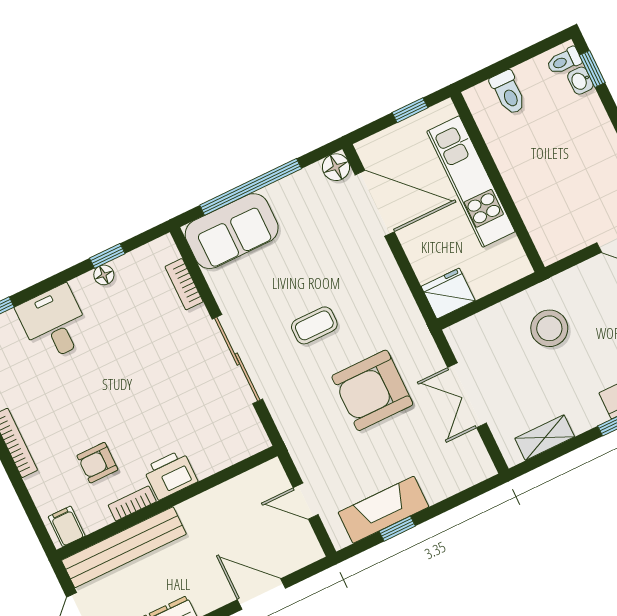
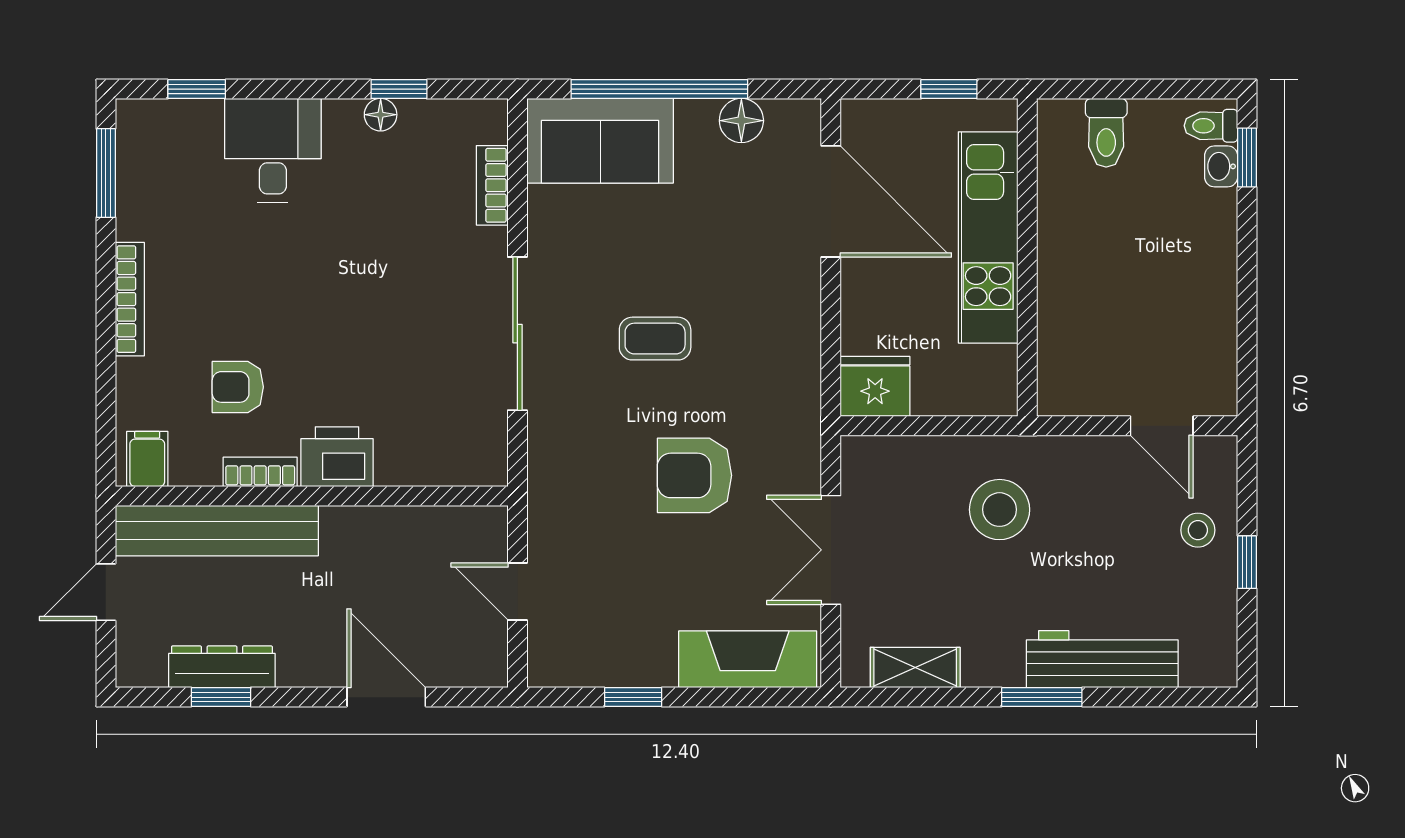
floor lamp: (336, 167) -> (741, 121), moved
armchair: (372, 390) -> (695, 475), width x0.73, depth x0.73
fireplace: (383, 510) -> (748, 659), moved

